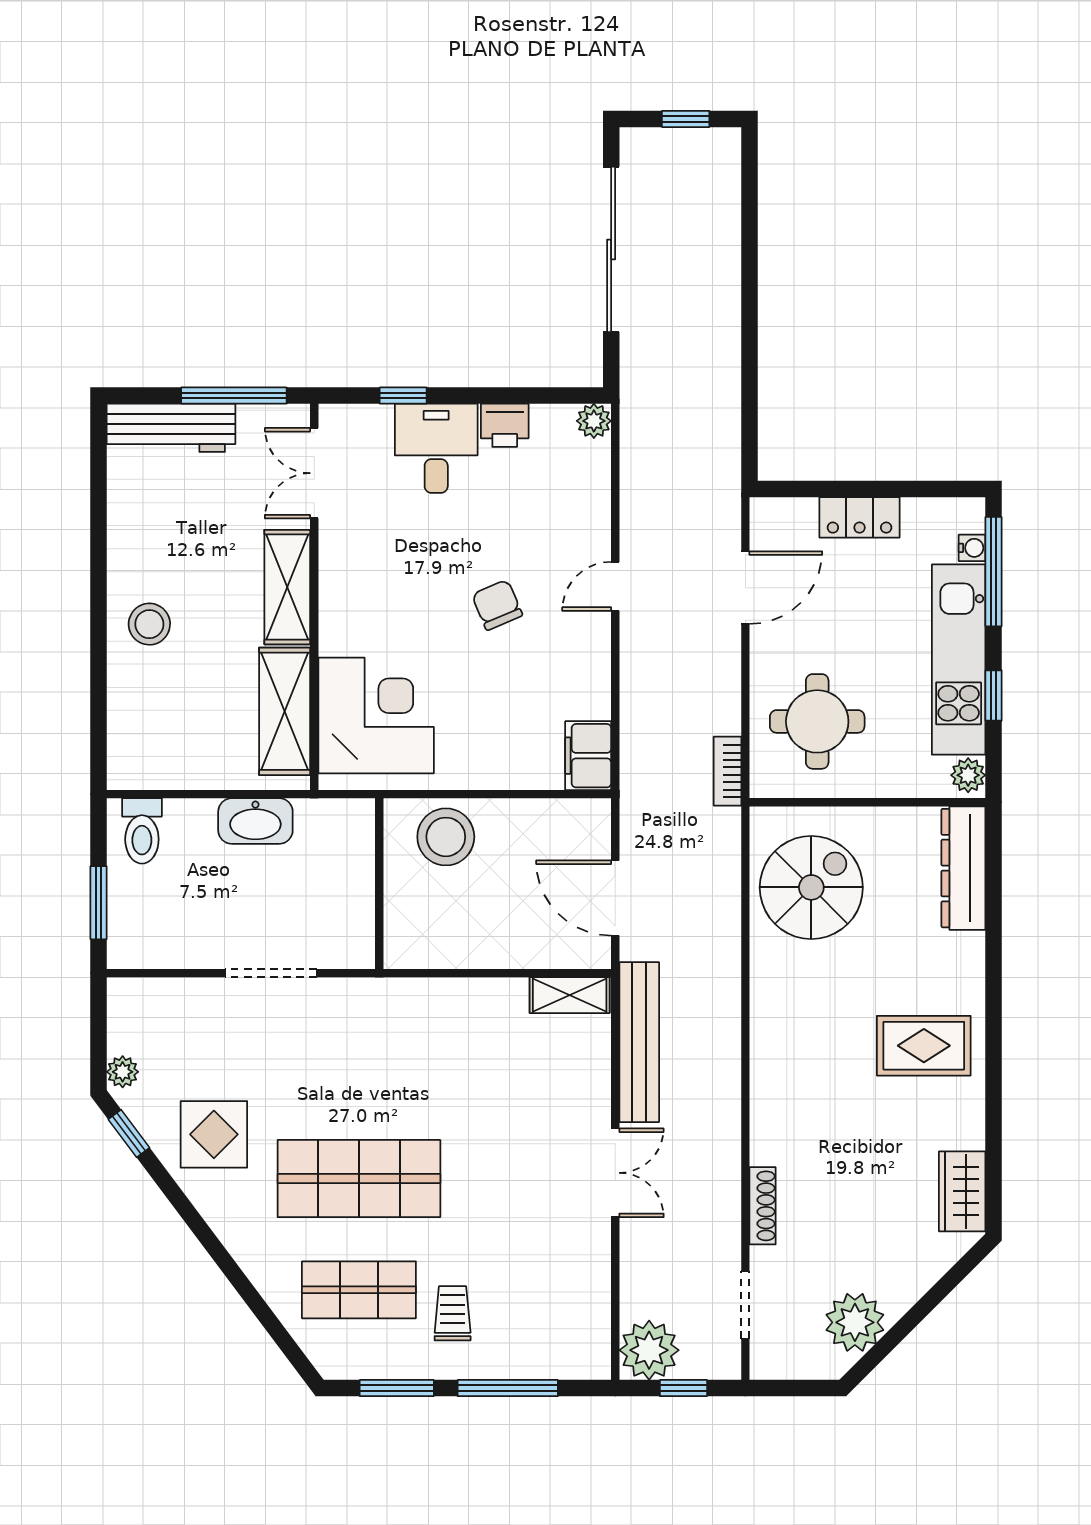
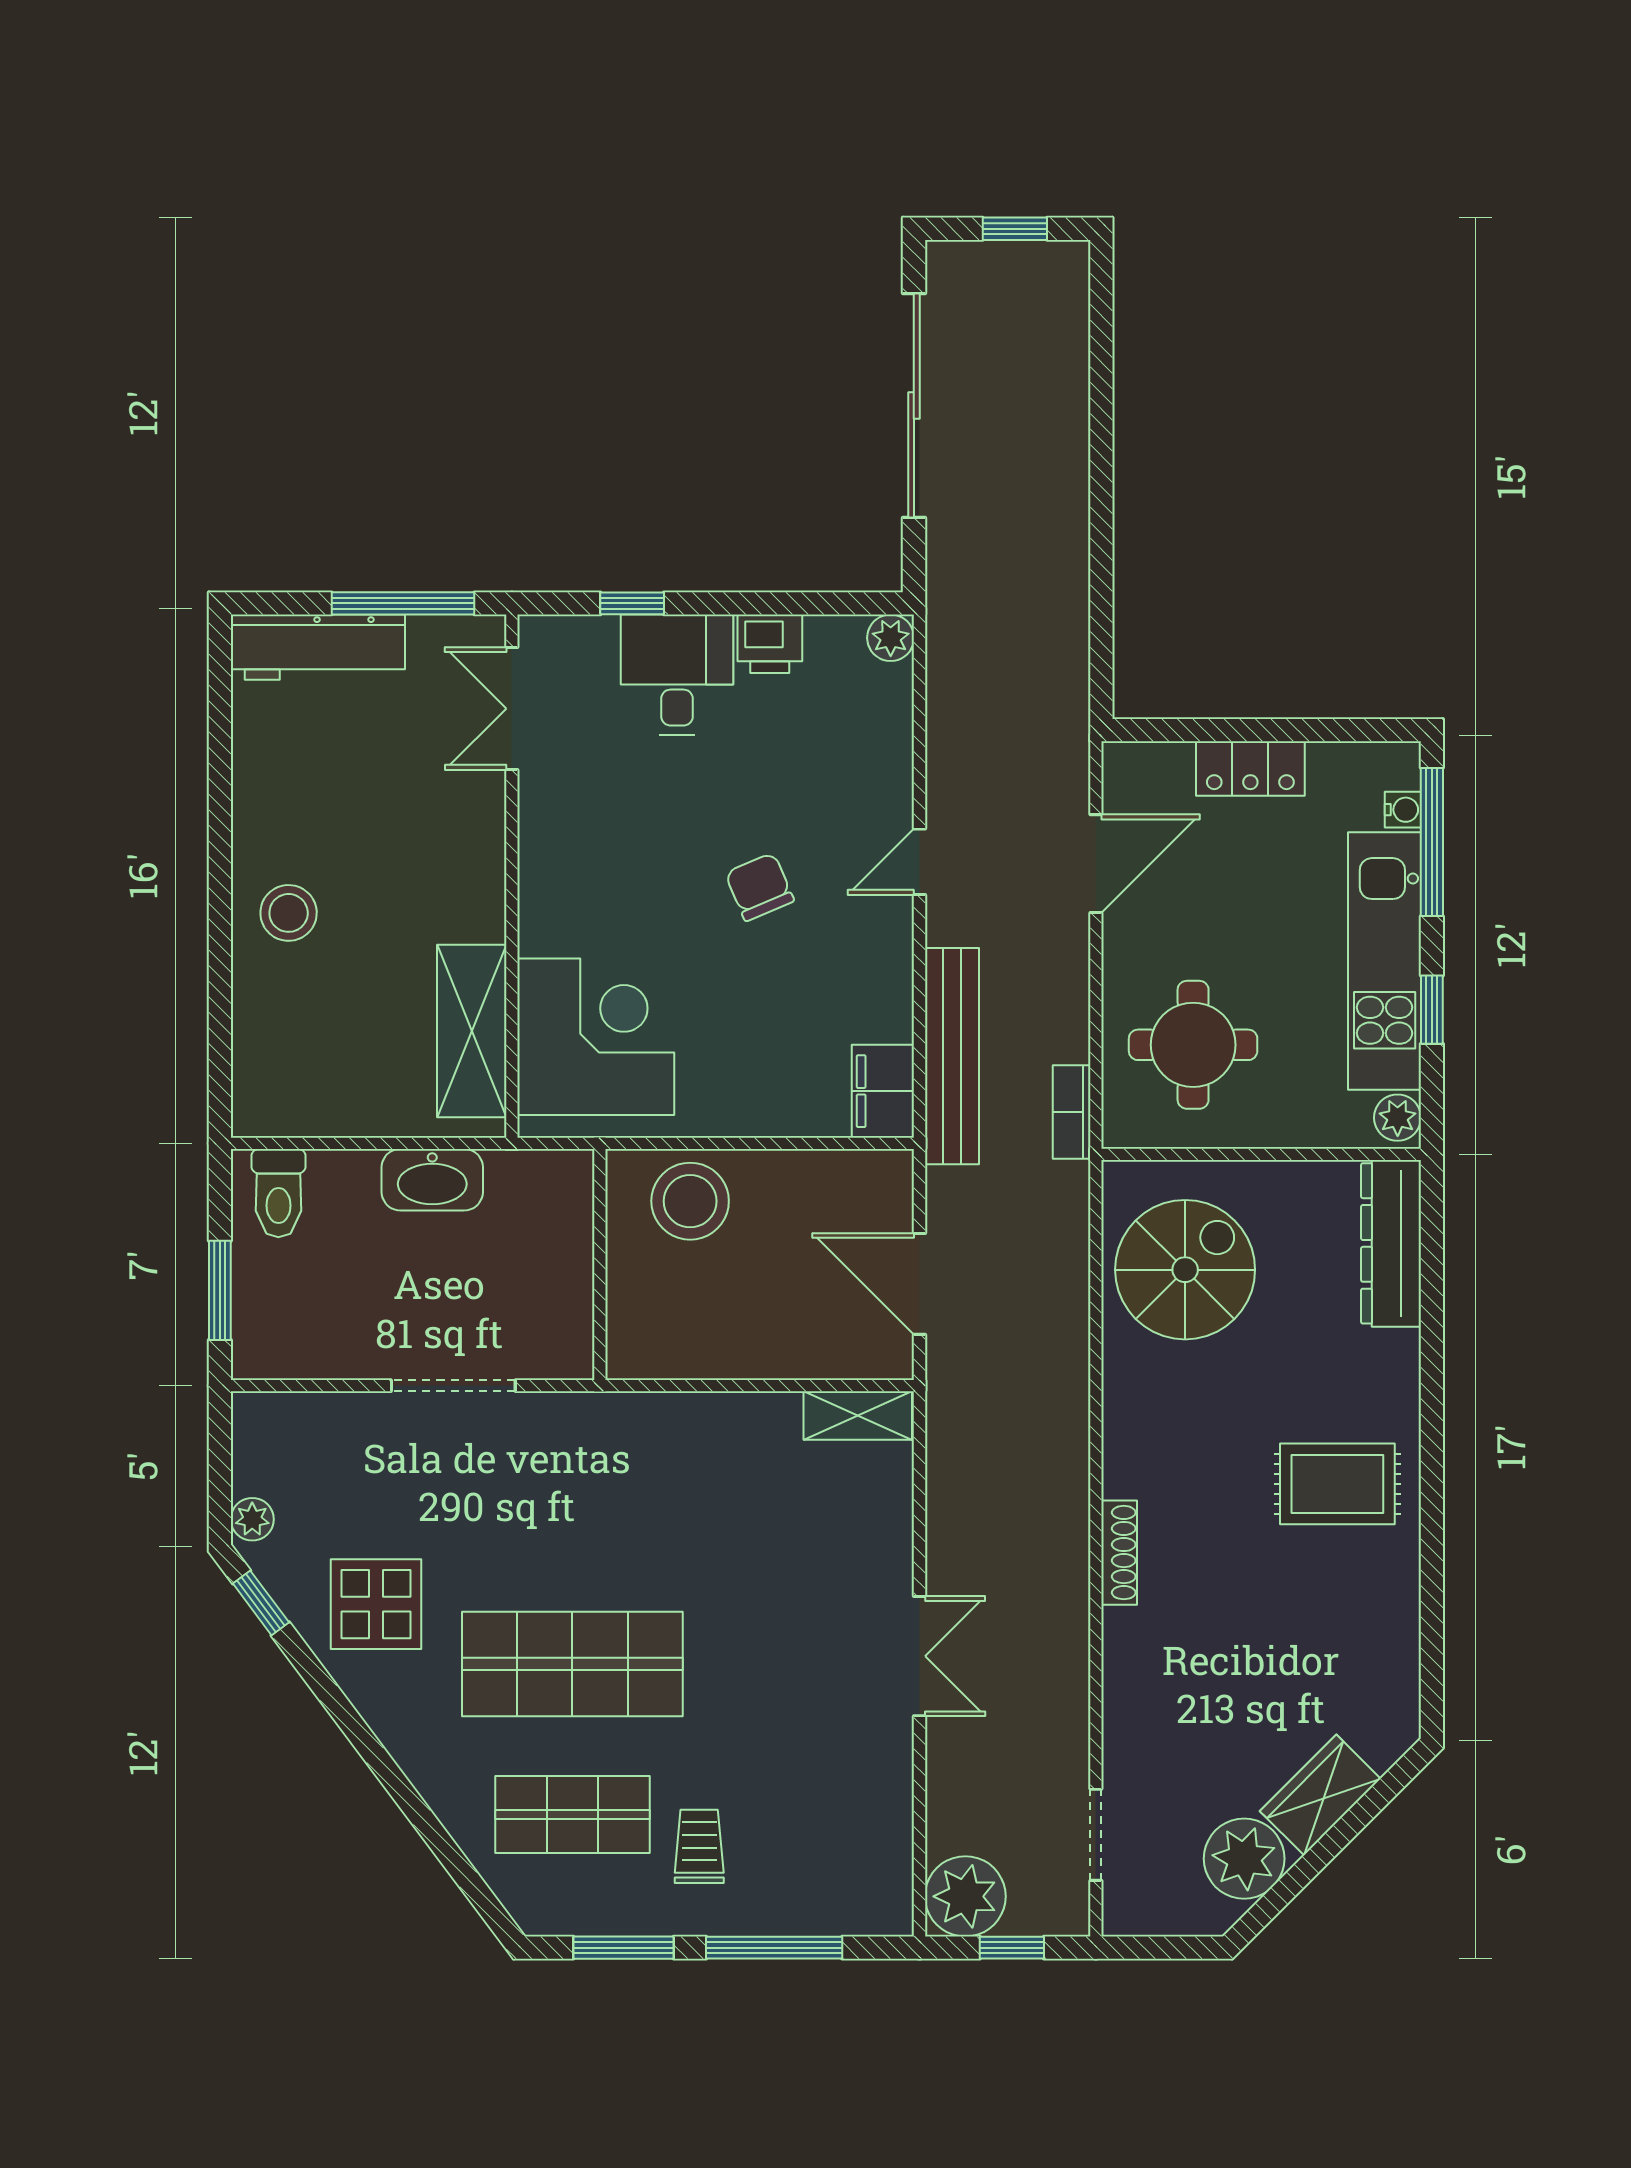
shelving: (287, 587) -> (475, 863), removed
bench: (639, 1042) -> (952, 1056), moved
wardrobe: (962, 1191) -> (1320, 1795), moved, turned 45
shoe rack: (763, 1206) -> (1119, 1553), moved

